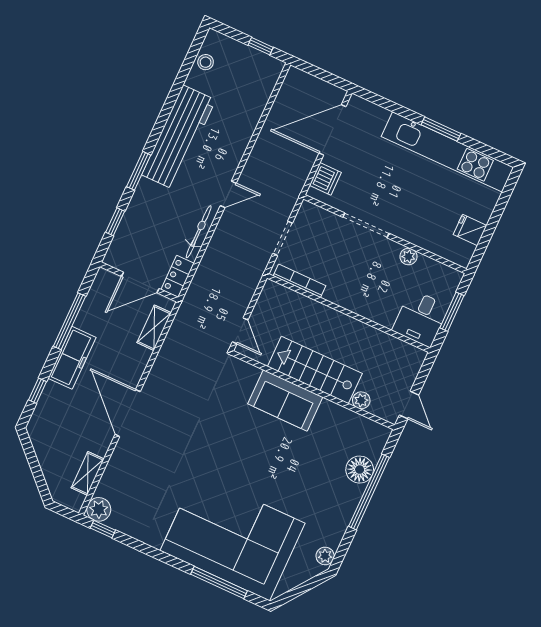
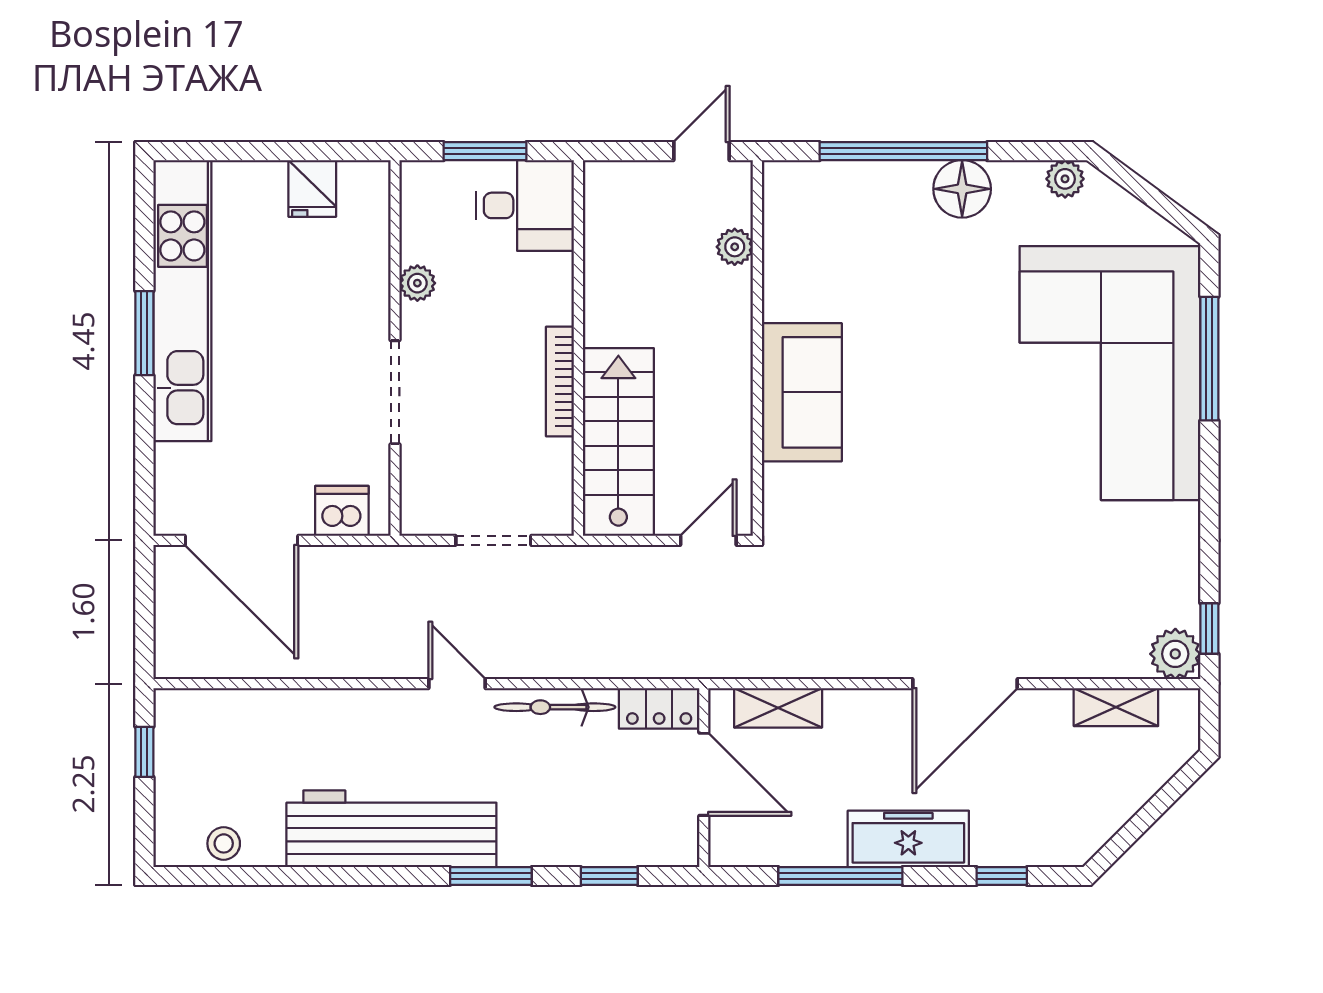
bookcase: (299, 281) -> (560, 381), moved
stairs: (315, 370) -> (618, 442), moved, turned 180
floor lamp: (360, 470) -> (962, 189), moved

